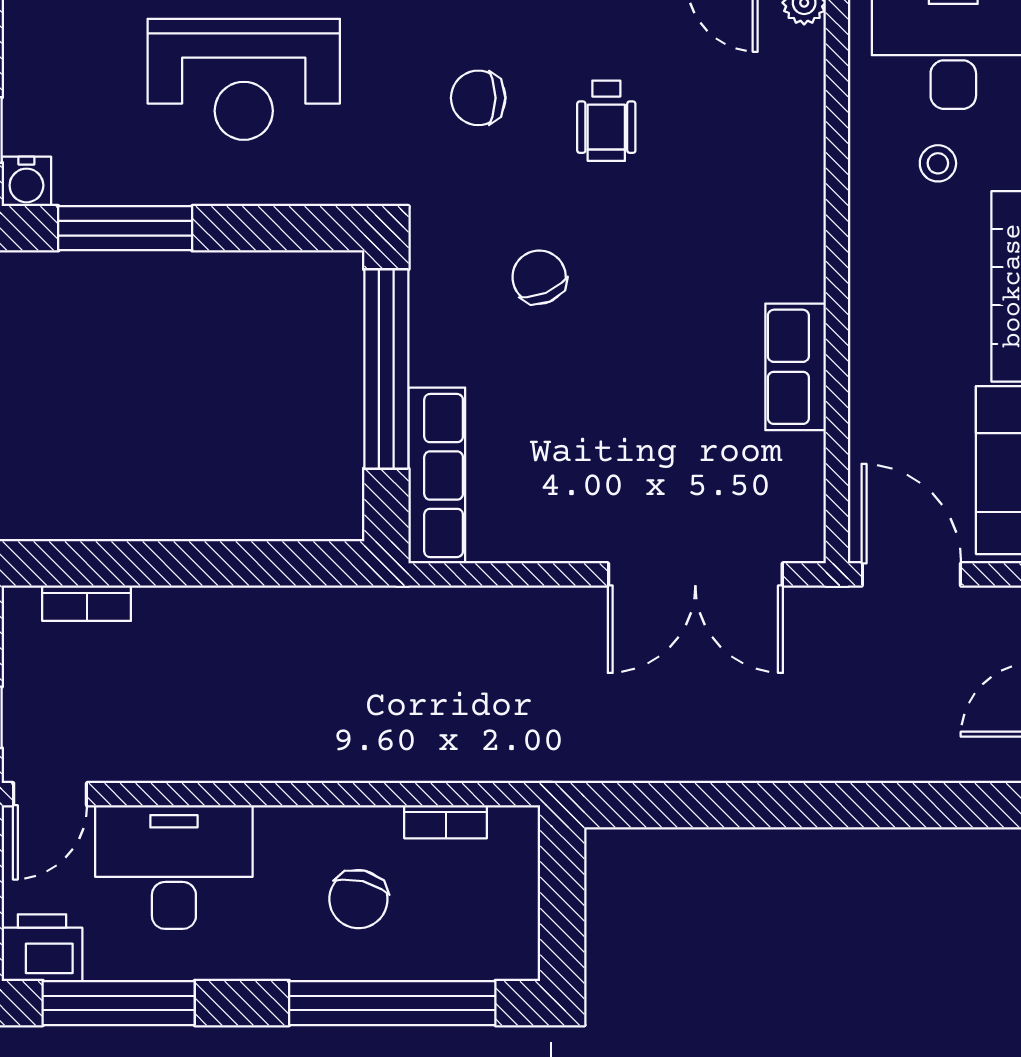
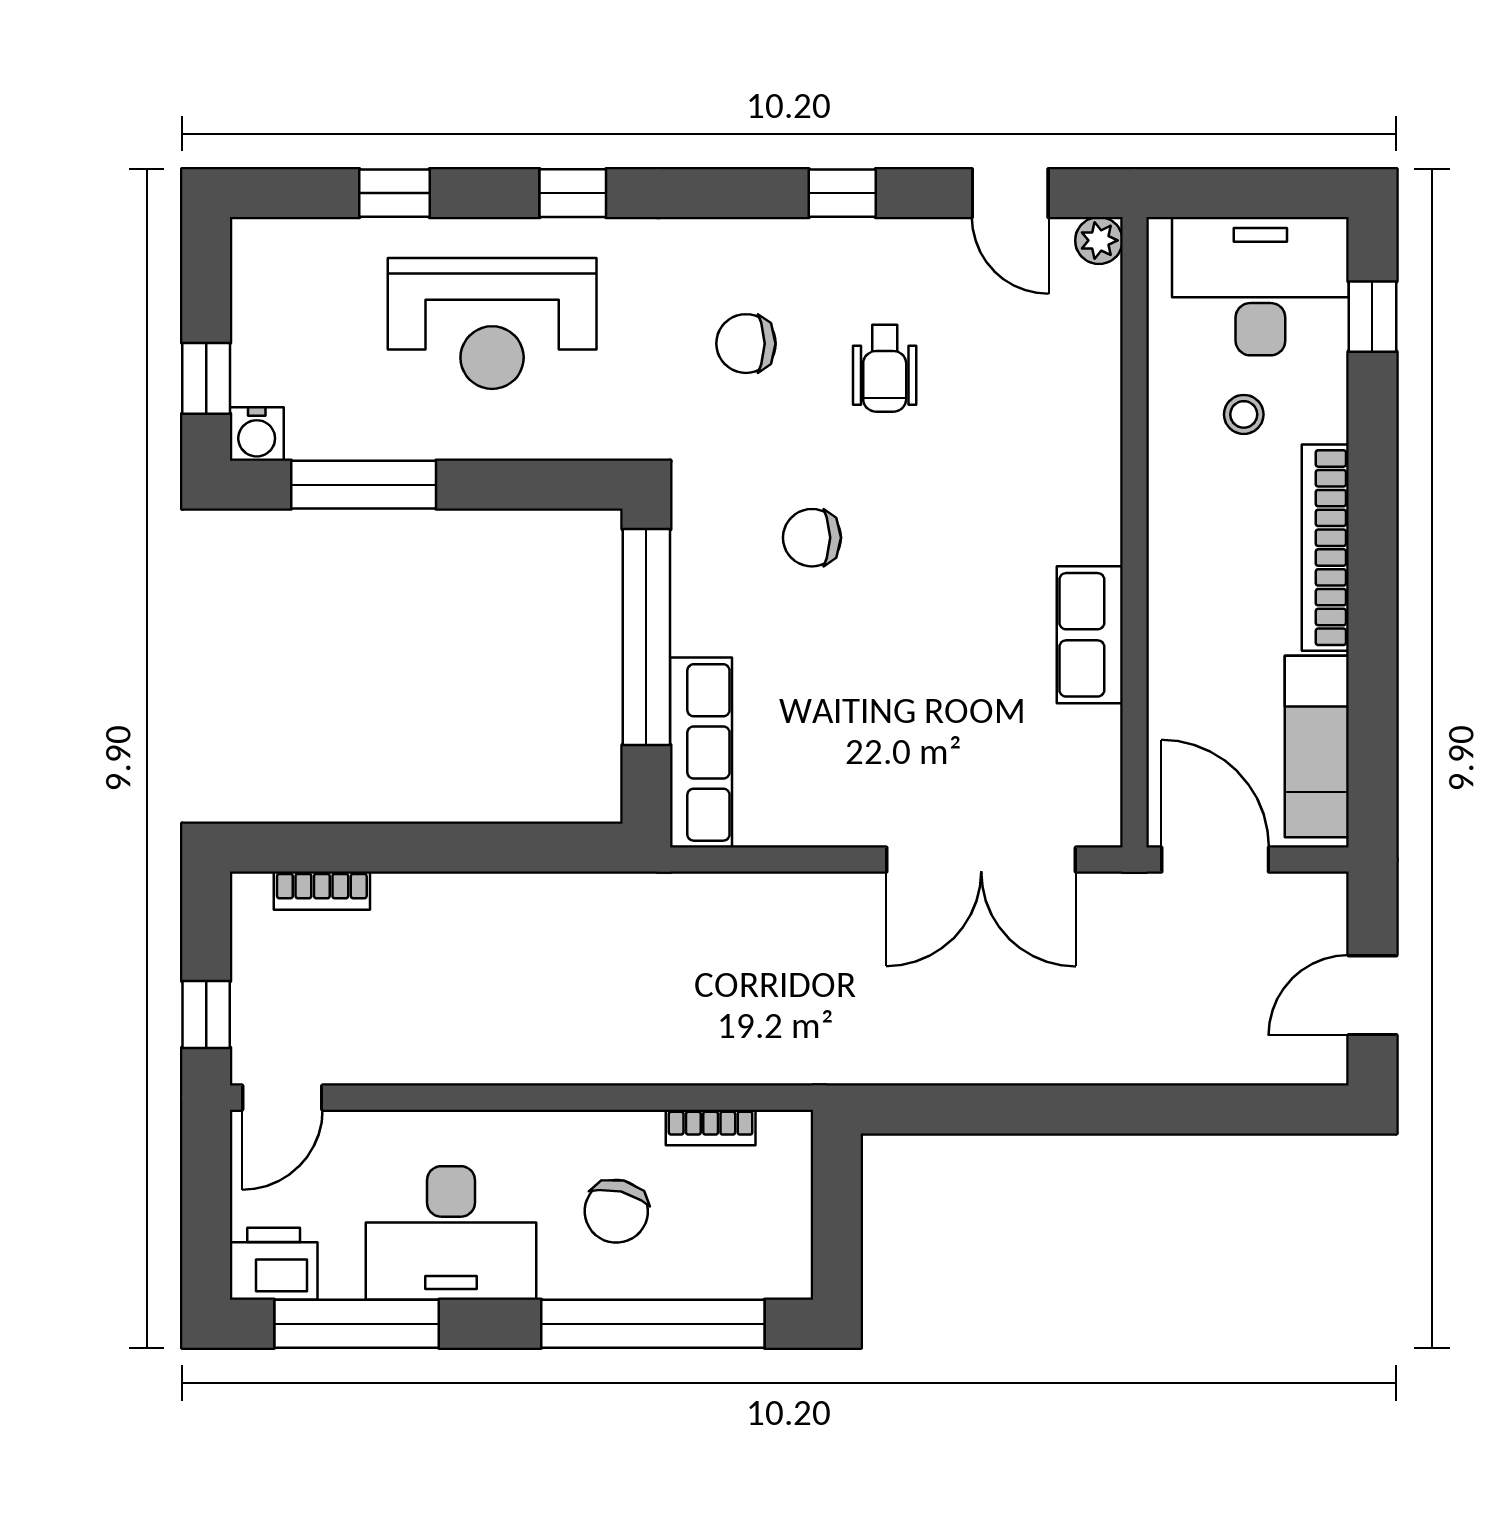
chair: (539, 277) -> (812, 538), turned -67
desk: (174, 867) -> (451, 1233), moved, turned 180

